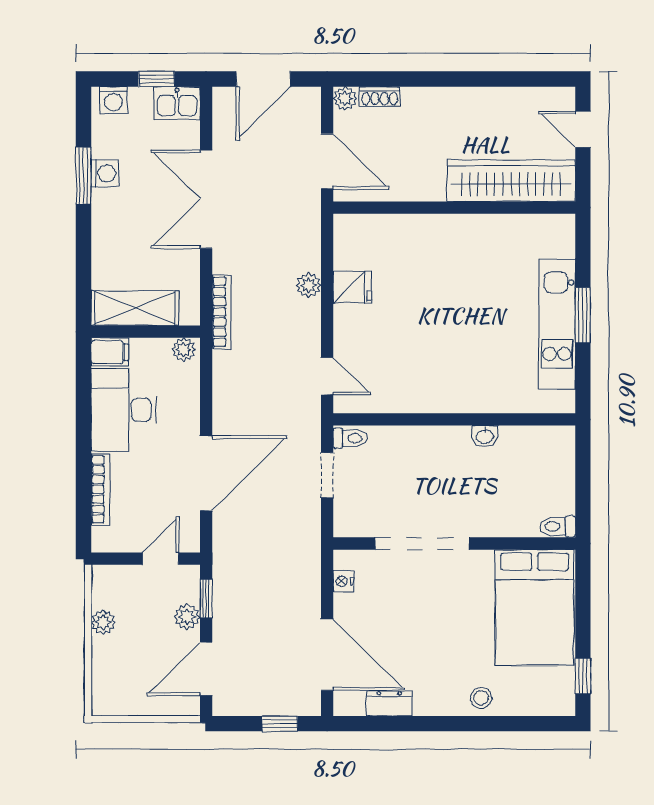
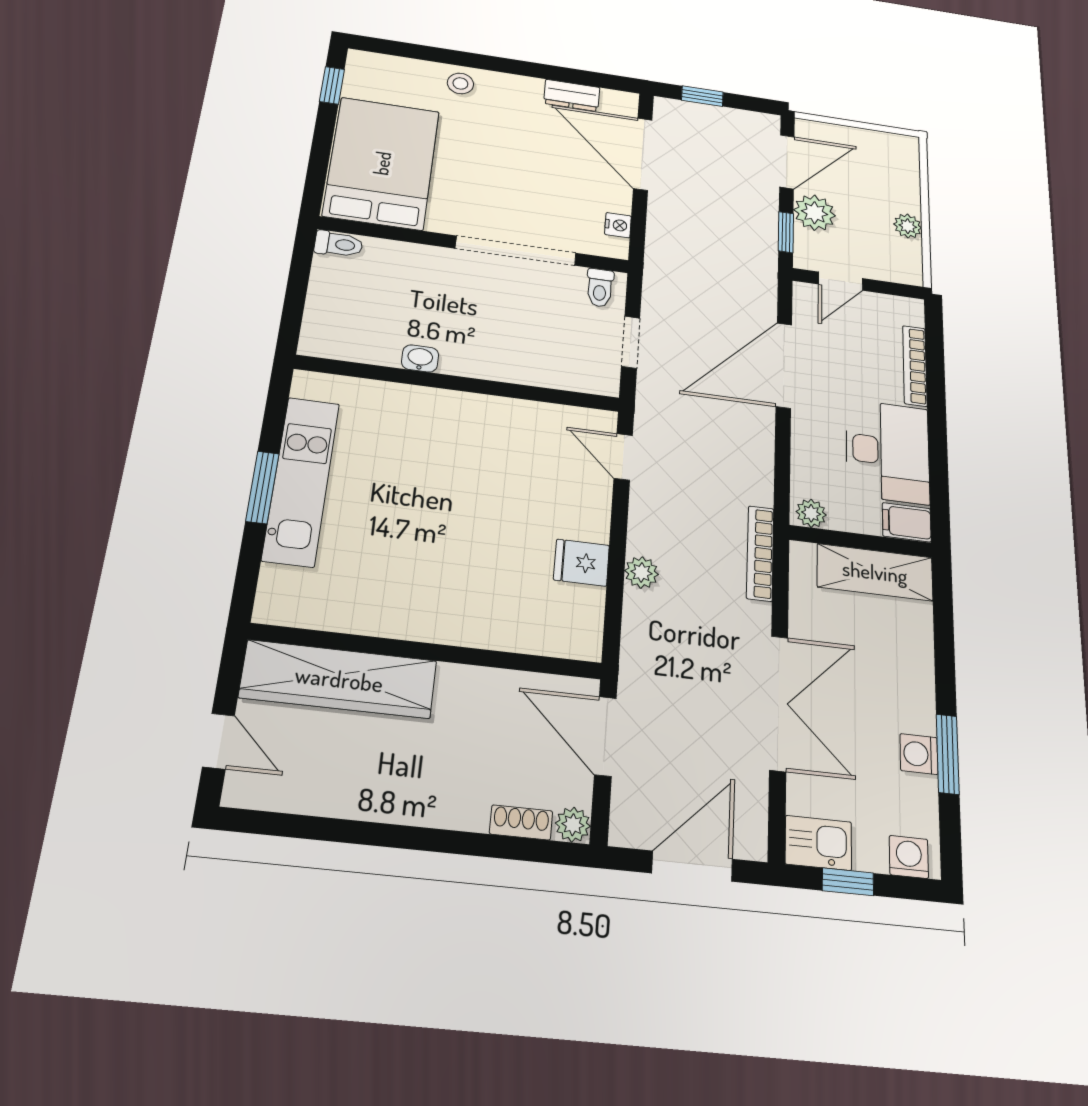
toilet: (350, 438) -> (600, 288), moved, turned -90
plant: (187, 617) -> (815, 213), width x1.38, depth x1.38

